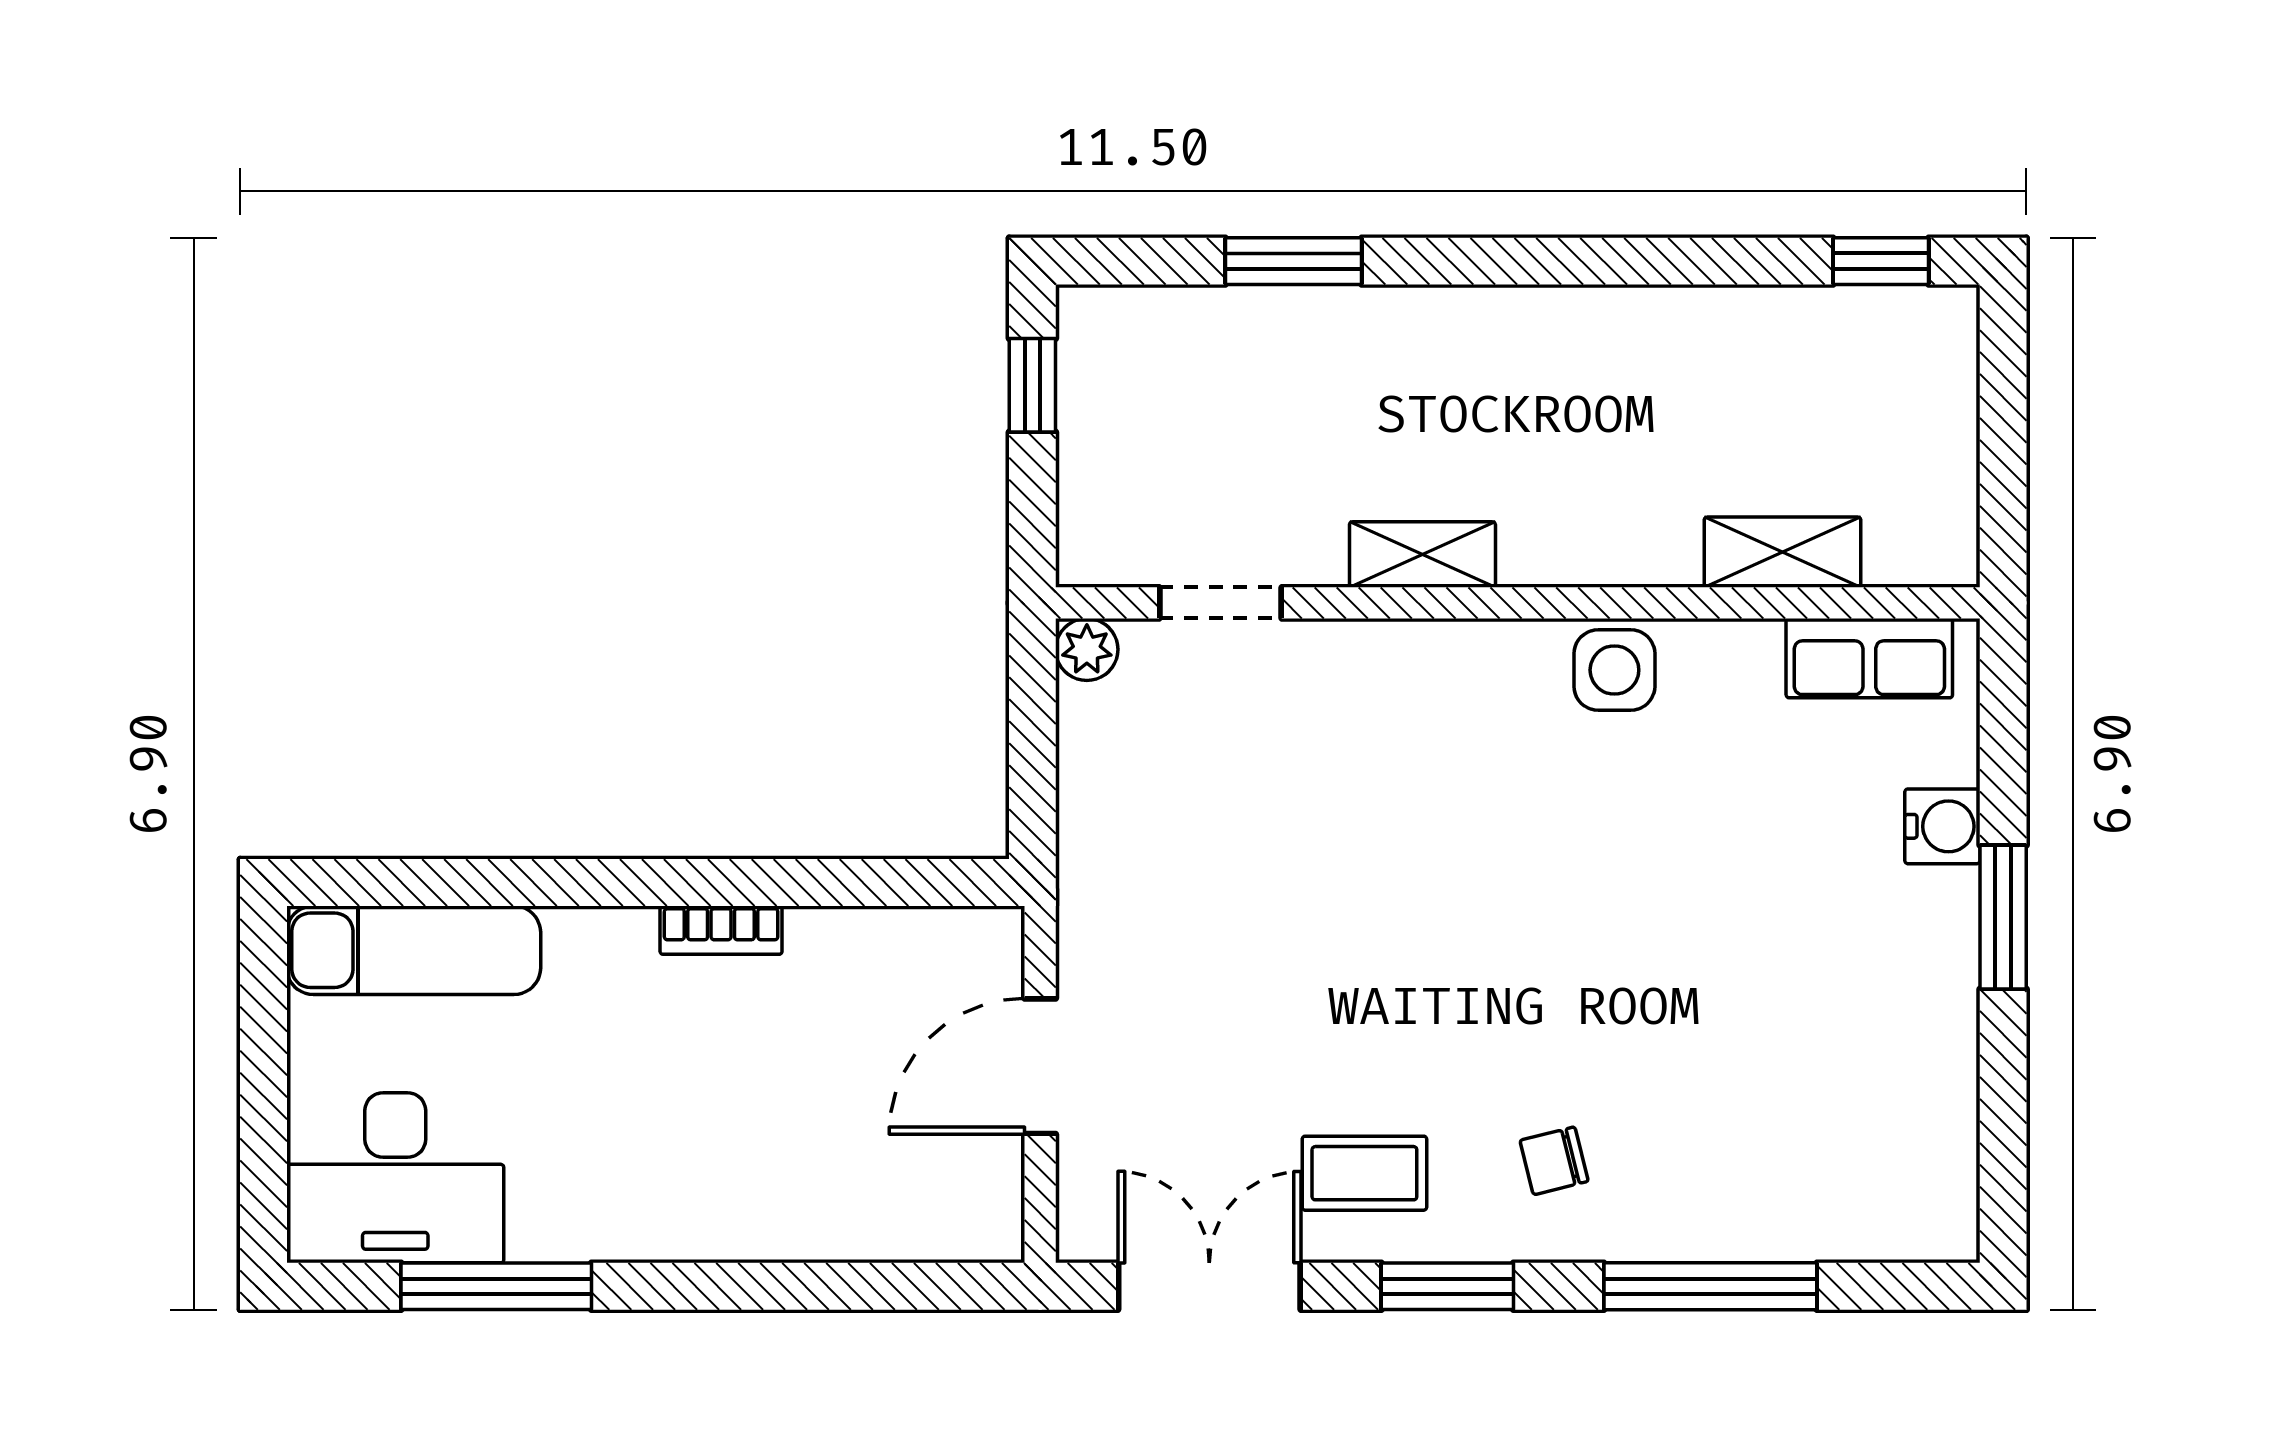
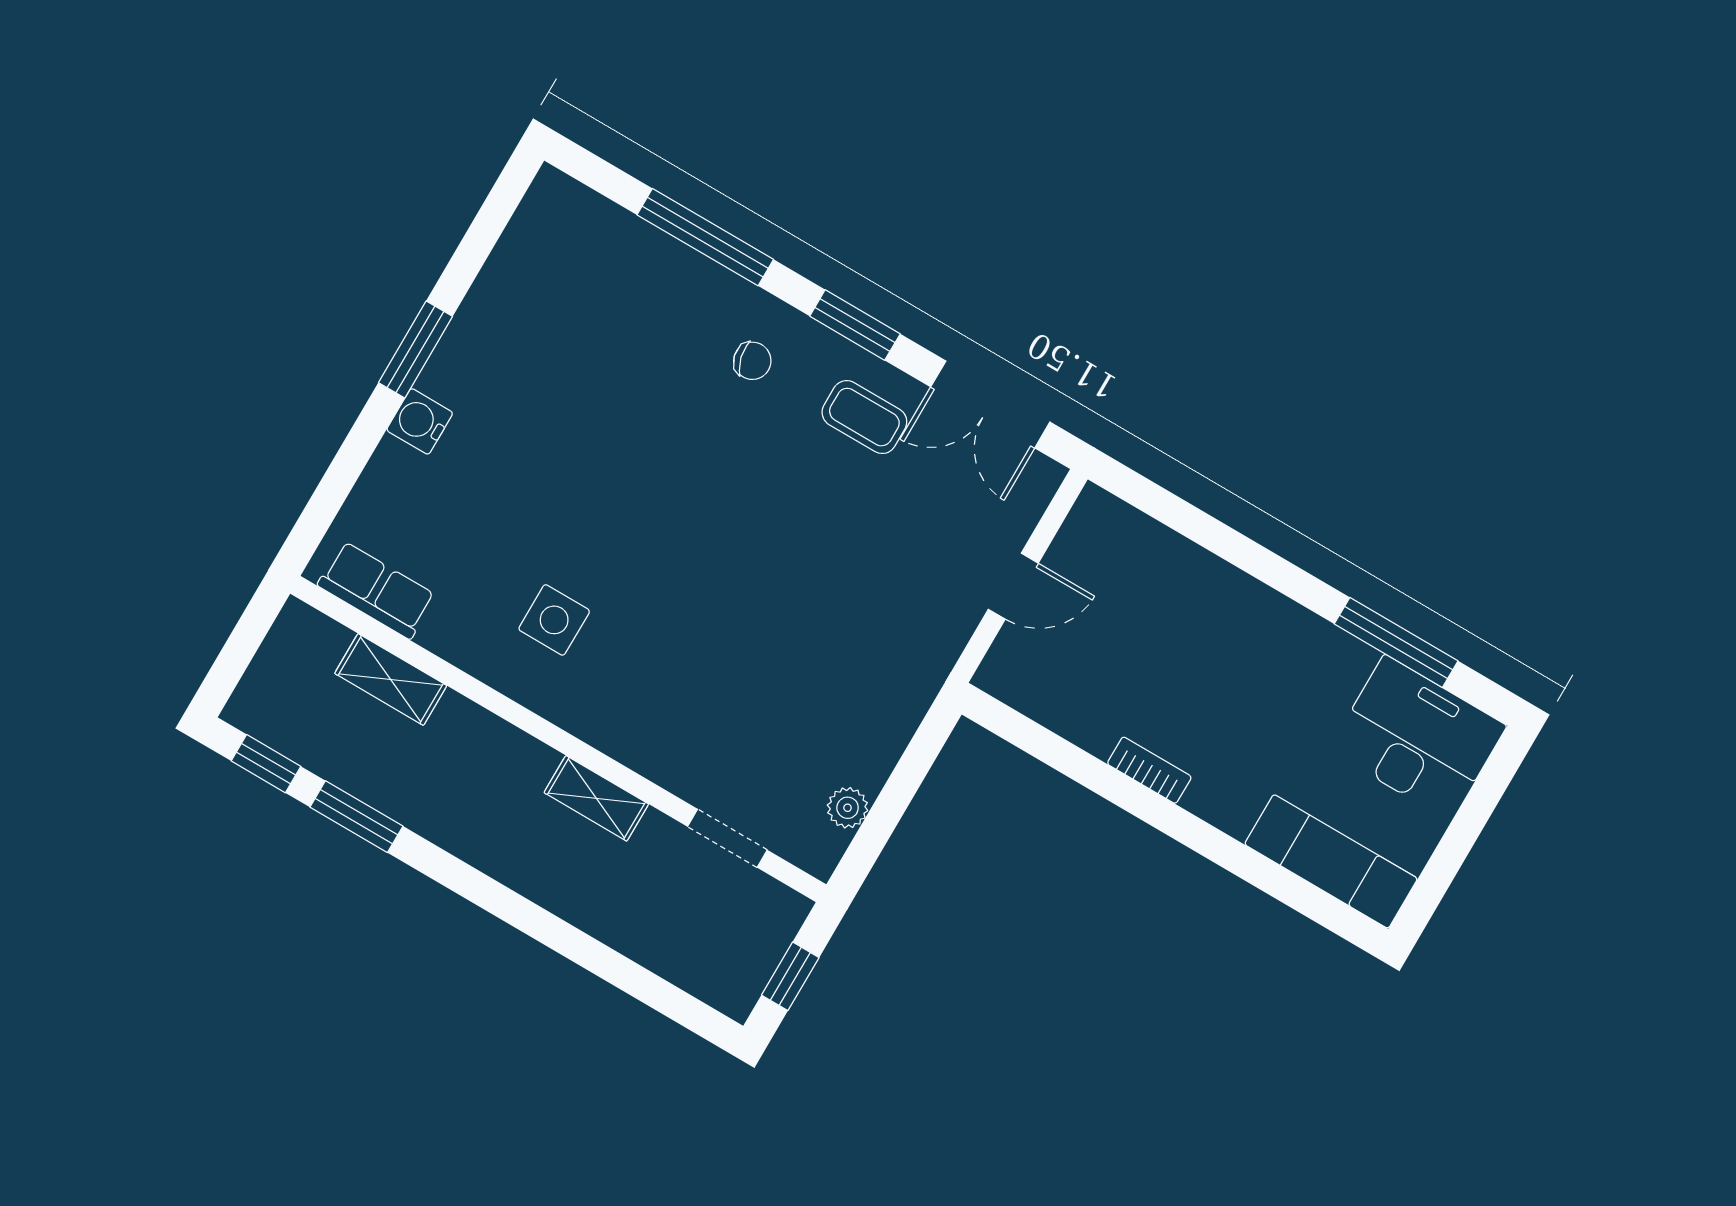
window: (1294, 261) -> (356, 817), moved
shelving: (1782, 552) -> (391, 679), moved
shelving: (1422, 555) -> (596, 798), moved
doorway: (1221, 603) -> (727, 838), moved
wall: (1518, 603) -> (558, 739), moved
row of seats: (1869, 658) -> (377, 590), moved
door: (1040, 1066) -> (1013, 586), width x0.73

